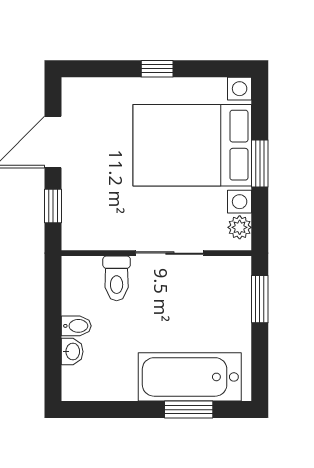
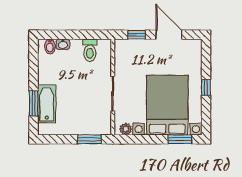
window: (260, 164) -> (180, 139), moved
toilet: (117, 278) -> (90, 50), moved, turned -90
bidet: (76, 326) -> (50, 46), moved
bathtub: (190, 377) -> (47, 104), width x0.73, depth x0.73

